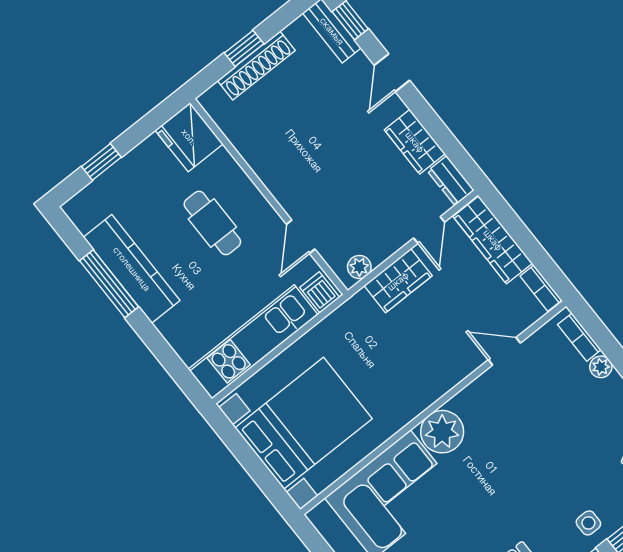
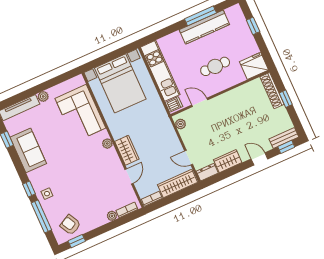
shoe rack: (256, 66) -> (272, 91), moved
wardrobe: (398, 281) -> (127, 150), moved, turned 180
plant: (442, 432) -> (107, 144), width x0.53, depth x0.53

